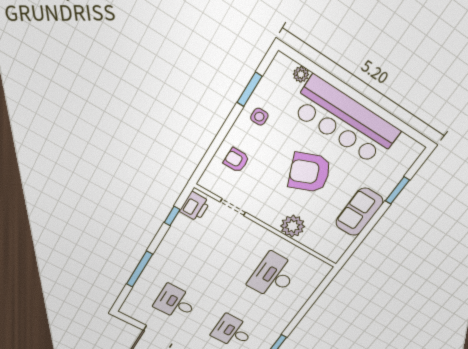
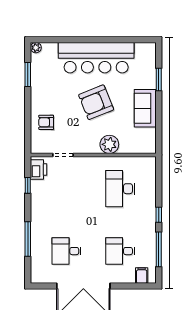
plant: (301, 74) -> (36, 48), moved
side table: (259, 117) -> (43, 87), removed
window: (296, 321) -> (159, 215), added

